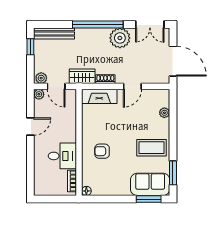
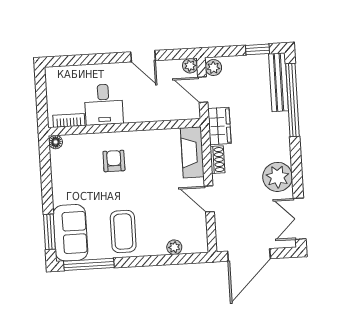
window: (98, 24) -> (292, 100), moved
door: (56, 86) -> (203, 90), hinge flipped
window: (173, 173) -> (89, 264), width x1.44

